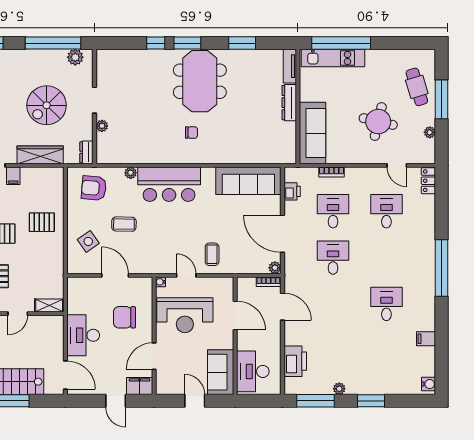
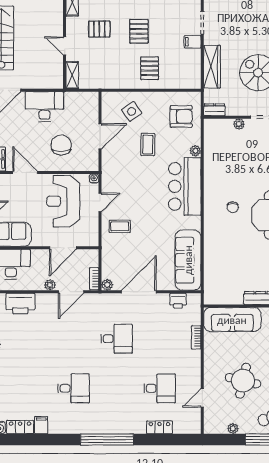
locker: (428, 181) -> (159, 427), moved
armchair: (94, 188) -> (181, 117), turned 85
desk: (333, 211) -> (160, 339), removed
plant: (275, 329) -> (50, 285), added
locker: (428, 362) -> (20, 427), added

